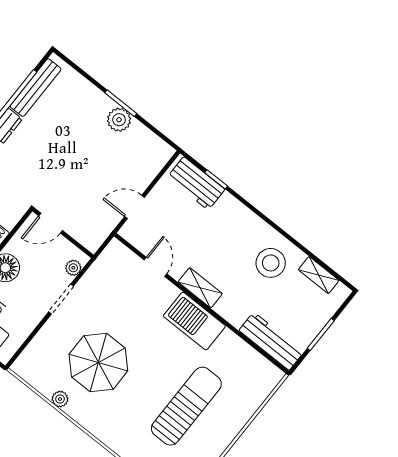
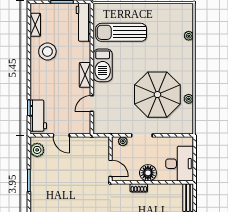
plant: (119, 120) -> (37, 150), moved
door: (134, 207) -> (61, 135), moved
parasol: (98, 363) -> (157, 95), width x1.36, depth x1.36
sun lounger: (186, 406) -> (121, 32), moved

